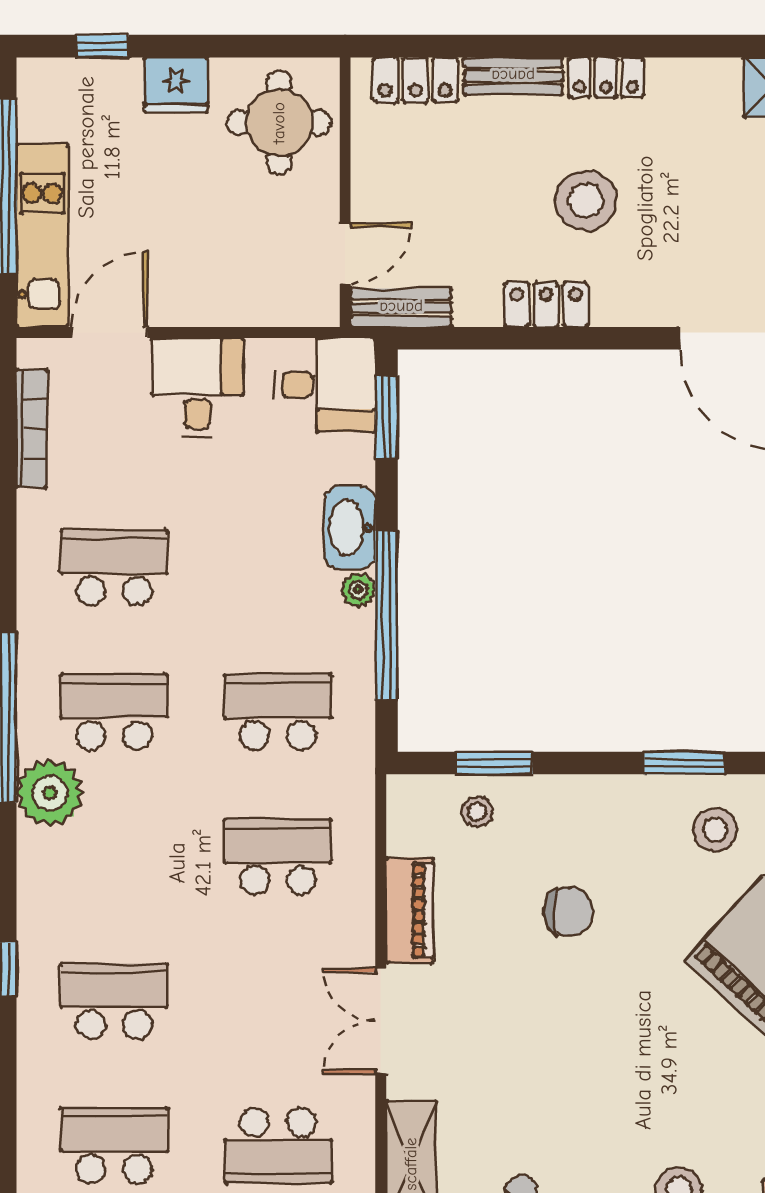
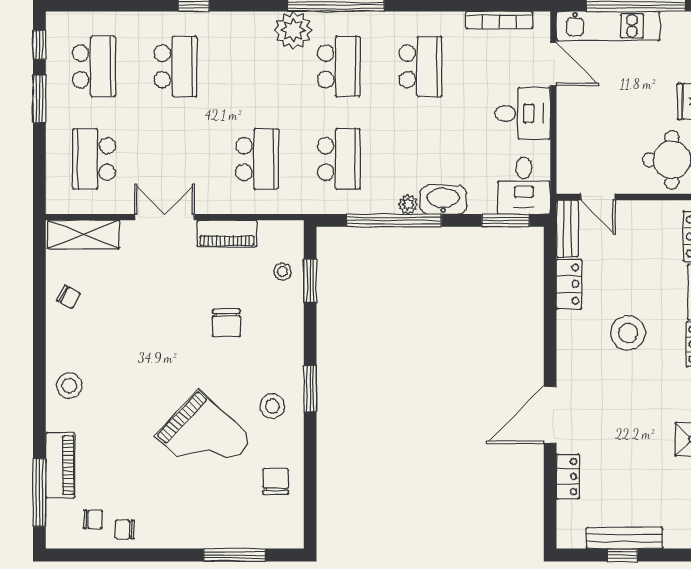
locker: (546, 305) -> (569, 284), moved

